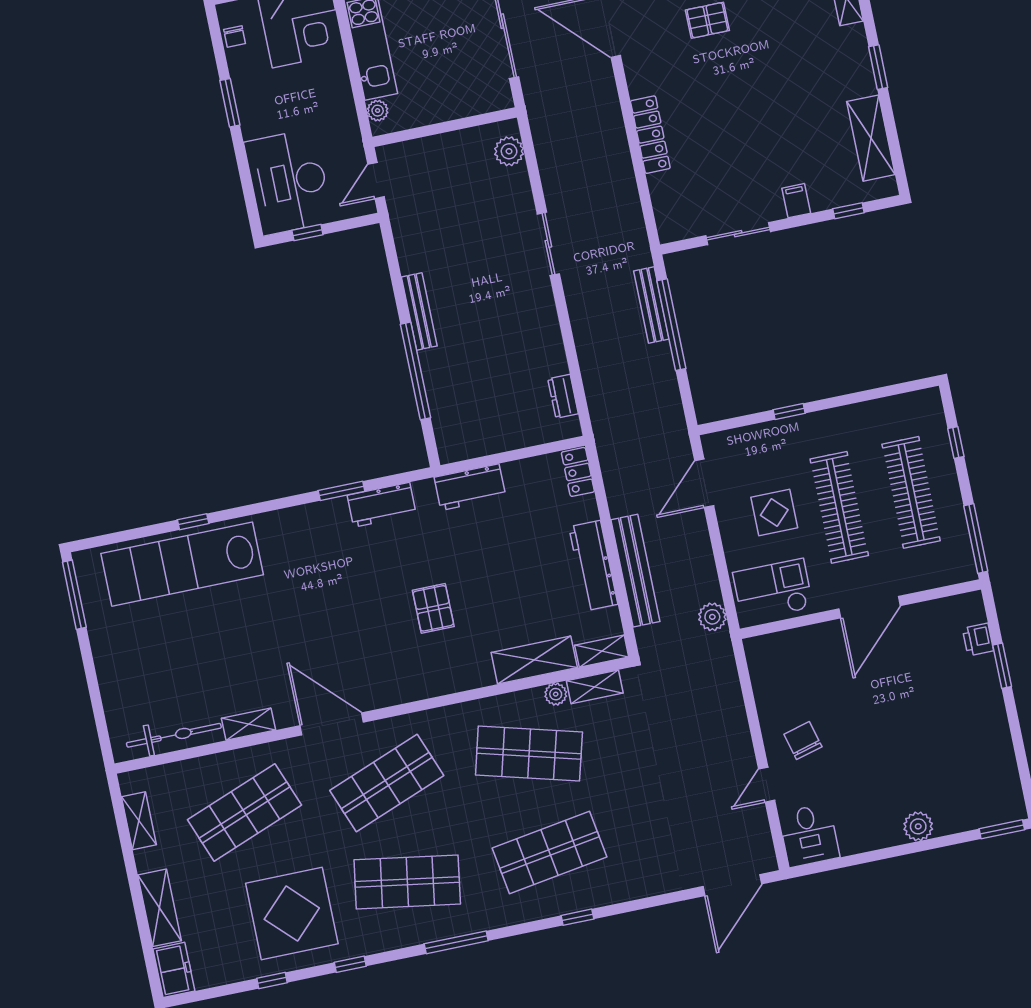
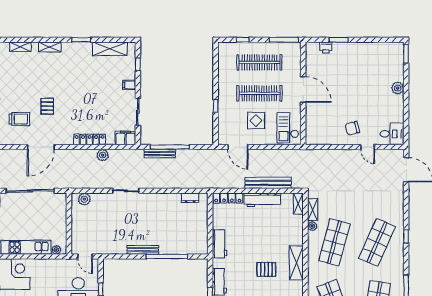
filing cabinet: (671, 217) -> (125, 138), added
locker: (578, 472) -> (228, 198), width x1.53
plant: (712, 617) -> (103, 155), moved
shelving: (534, 660) -> (296, 263), moved
shop shelf: (549, 852) -> (377, 242), turned 33

